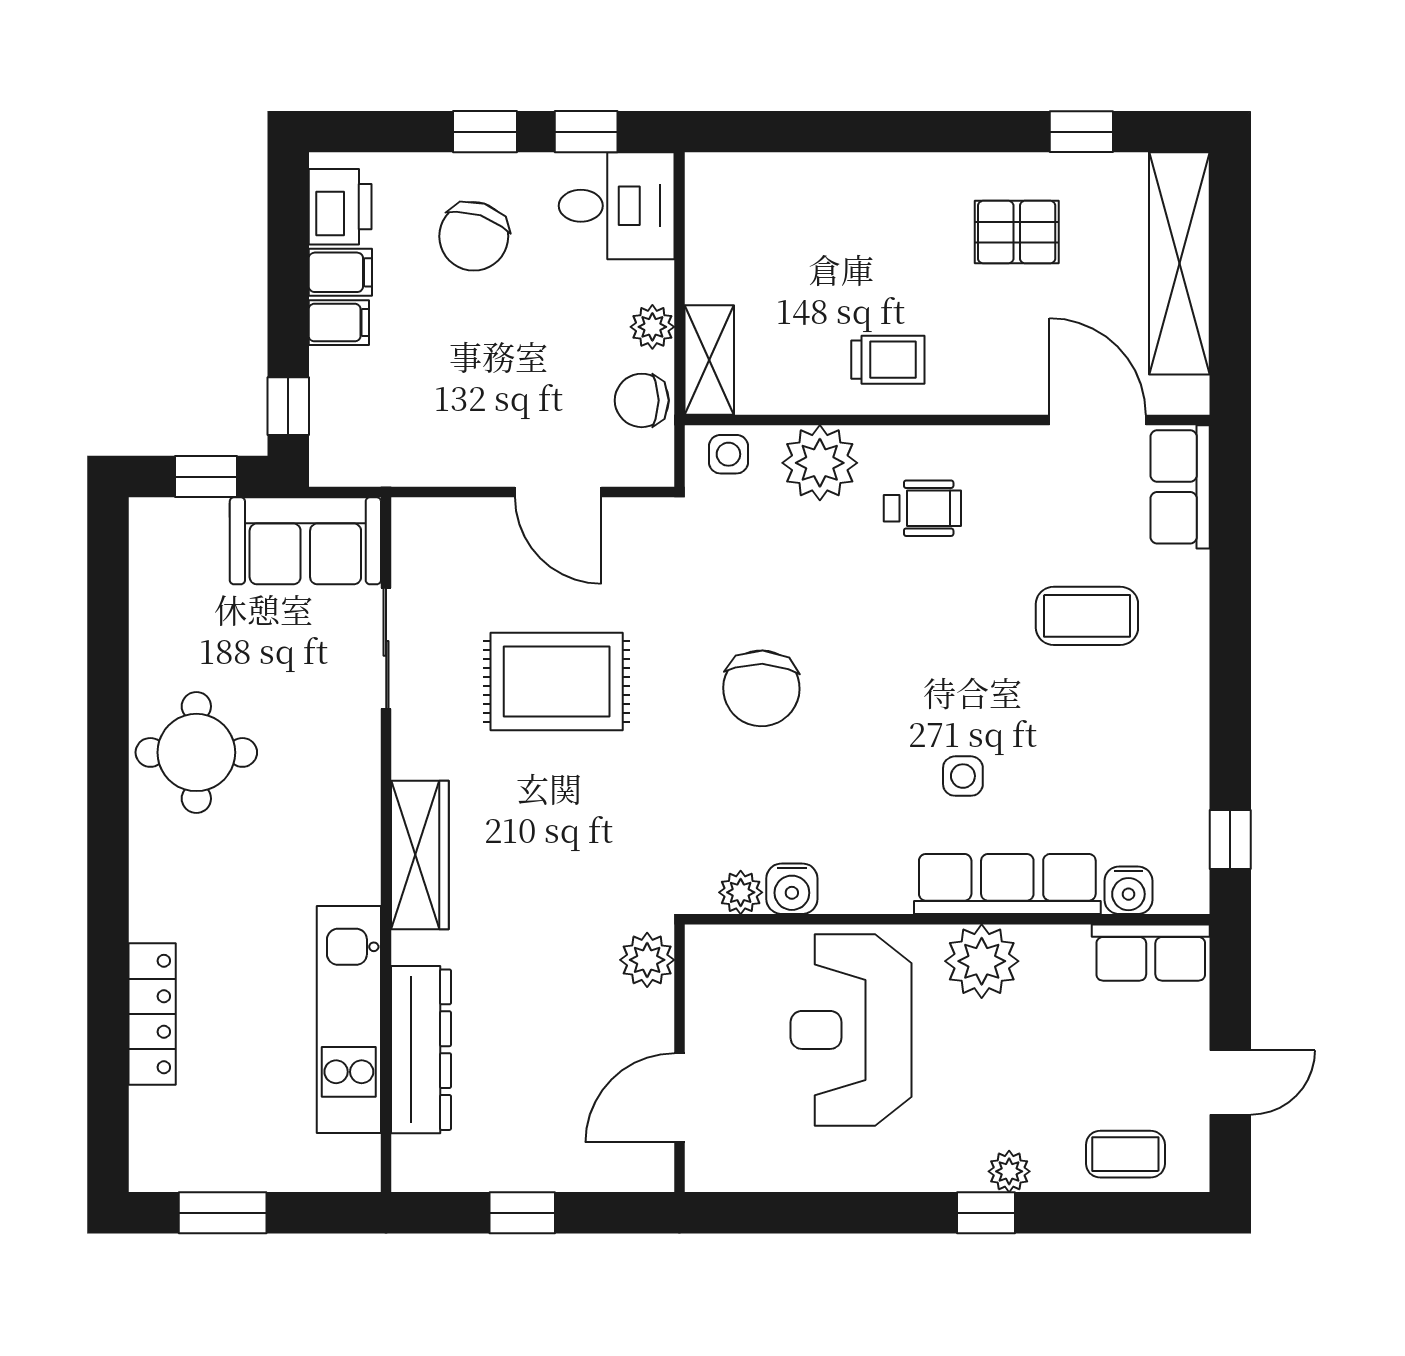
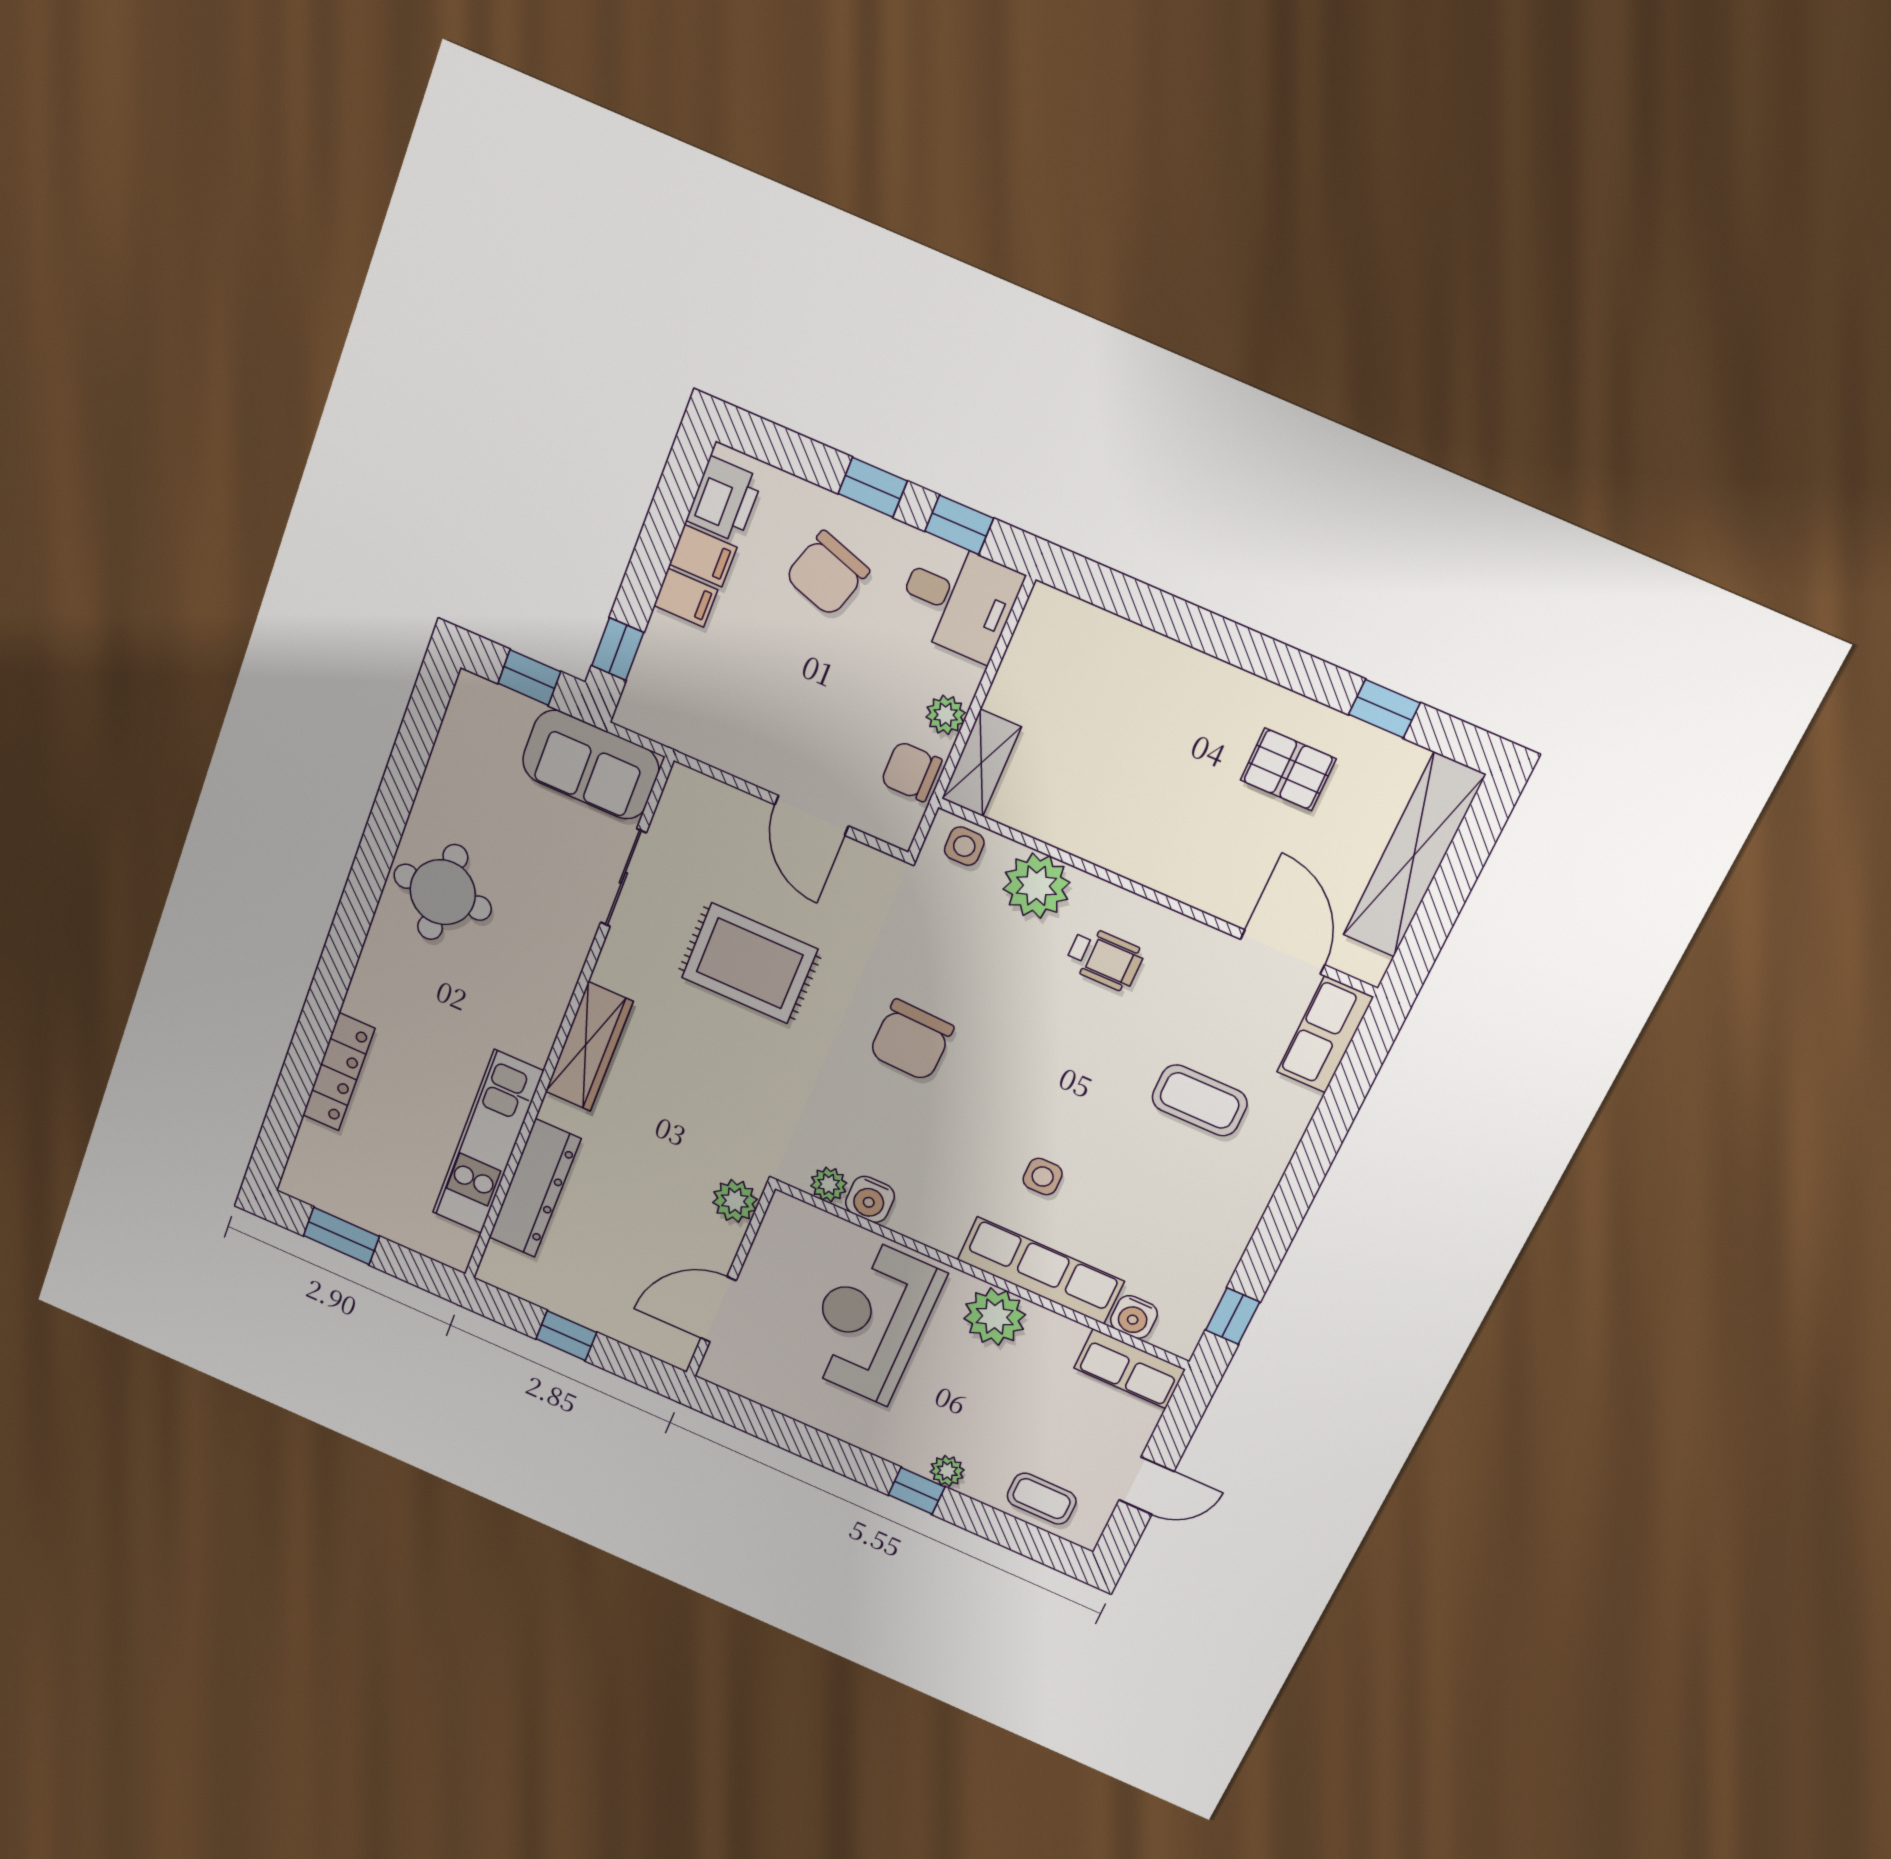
trolley: (888, 360) -> (1131, 827), removed

